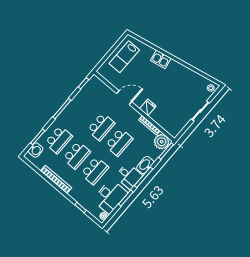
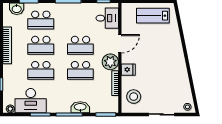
kitchen sink: (161, 59) -> (176, 47), removed
door: (124, 98) -> (120, 44), hinge flipped
stool: (170, 120) -> (134, 97), added
plant: (162, 142) -> (110, 62), moved
desk: (129, 176) -> (107, 18), moved, turned -90

